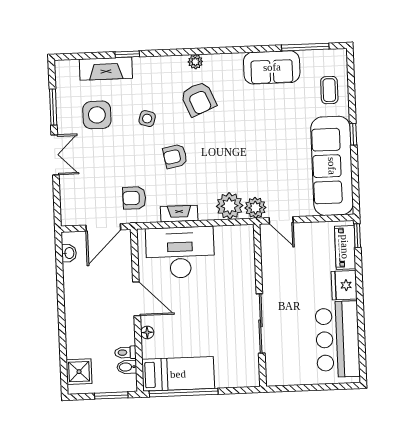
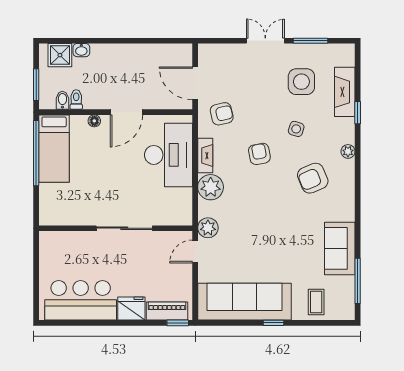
plant: (195, 62) -> (348, 151), moved
coffee table: (329, 90) -> (316, 302), turned 90
double door: (55, 155) -> (265, 41), swing flipped
armchair: (134, 198) -> (222, 114), turned 77
plant: (230, 206) -> (211, 187), moved
washbasin: (69, 253) -> (81, 50), moved
sliding door: (261, 323) -> (124, 228), moved

